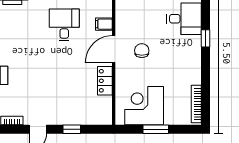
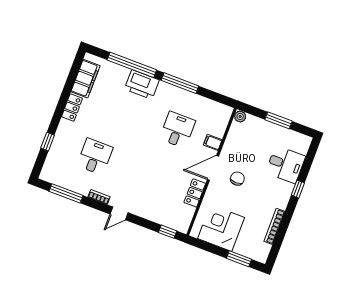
bookcase: (196, 104) -> (274, 226), moved
window: (72, 129) -> (168, 232), moved
window: (156, 129) -> (239, 259), moved

